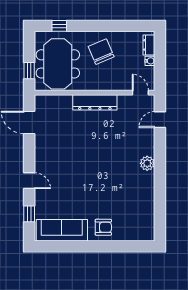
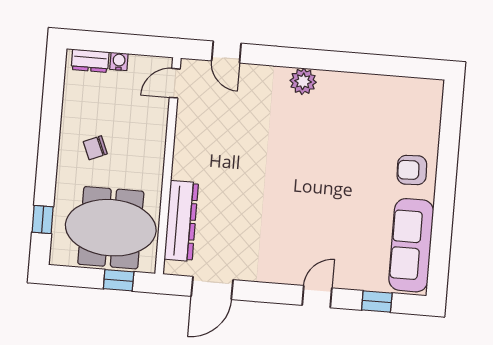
chair: (101, 52) -> (95, 148), width x0.54, depth x0.54
dresser: (95, 102) -> (181, 221), moved
armchair: (103, 227) -> (412, 170), turned -92

